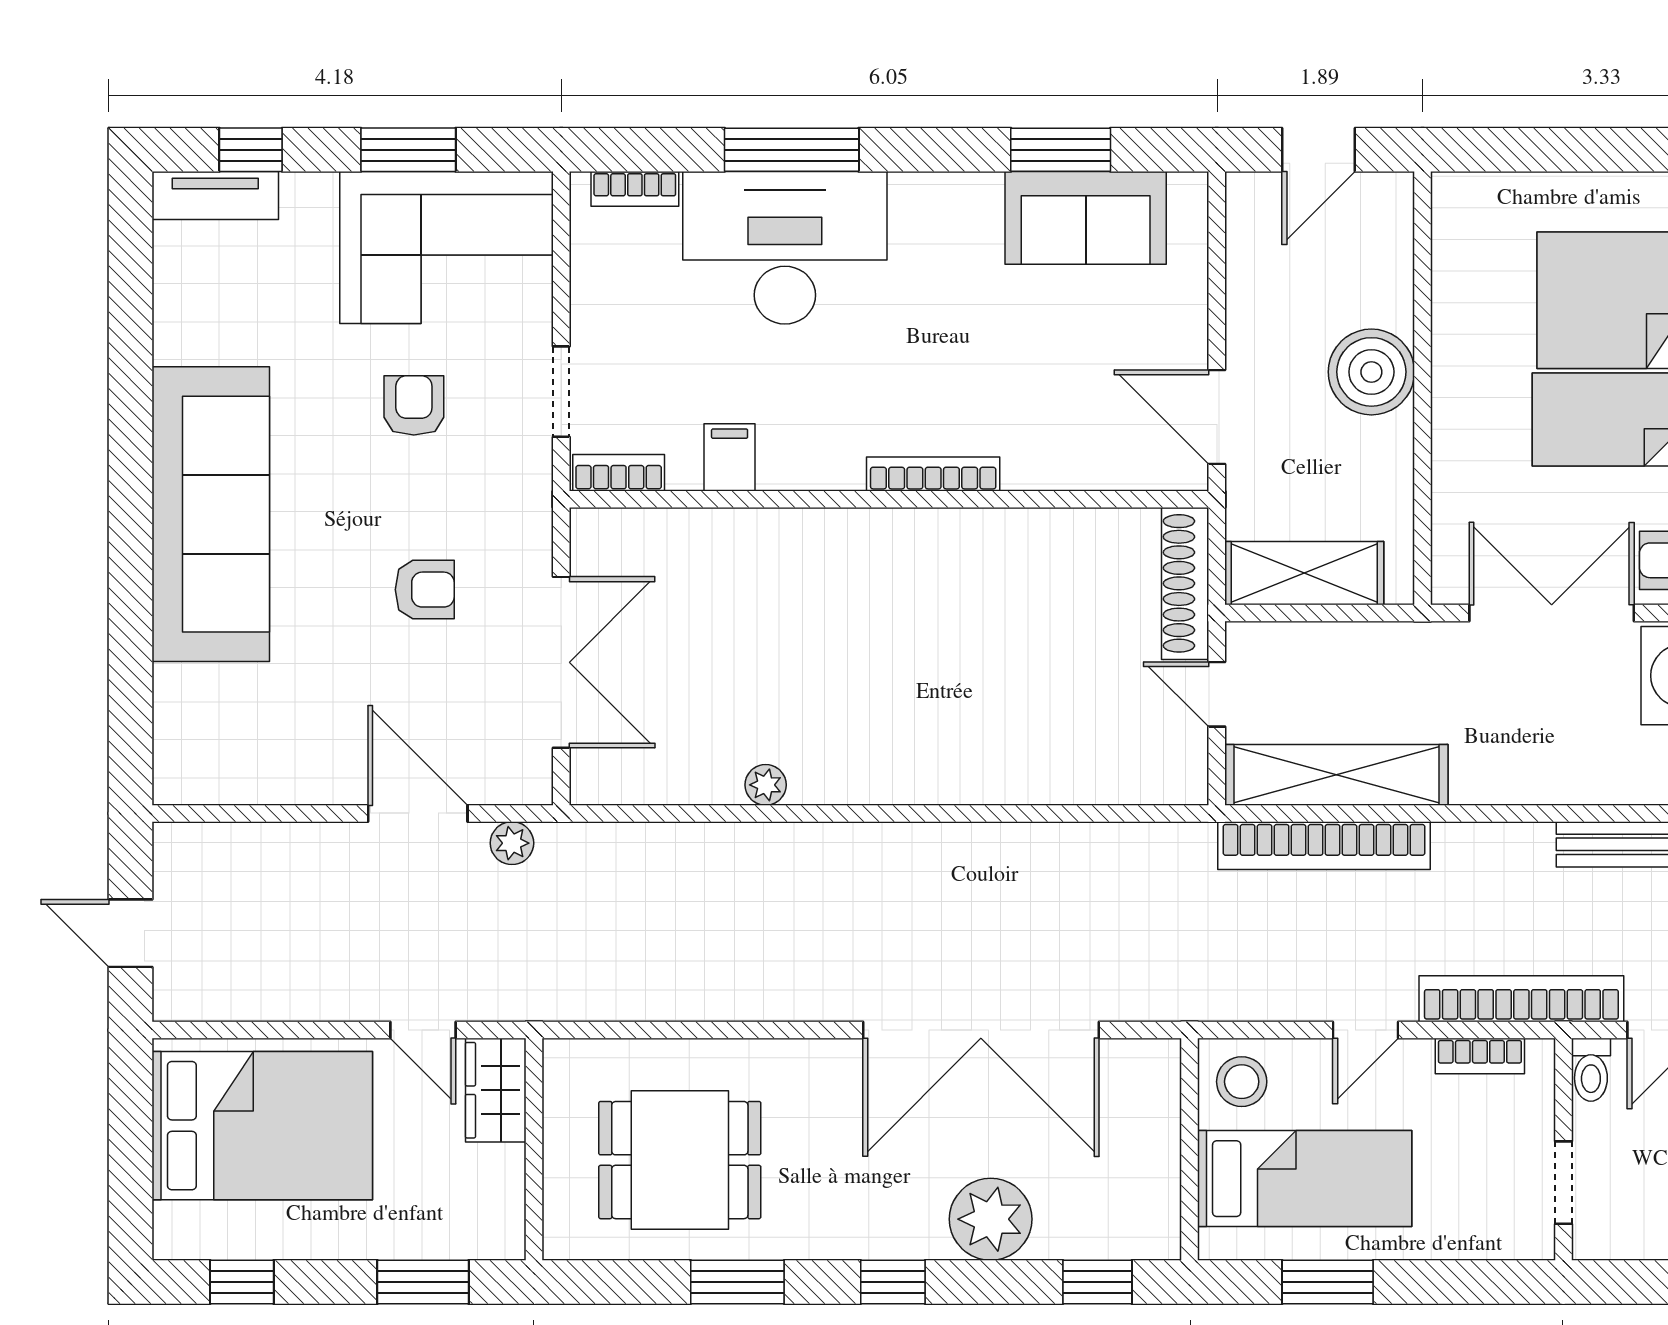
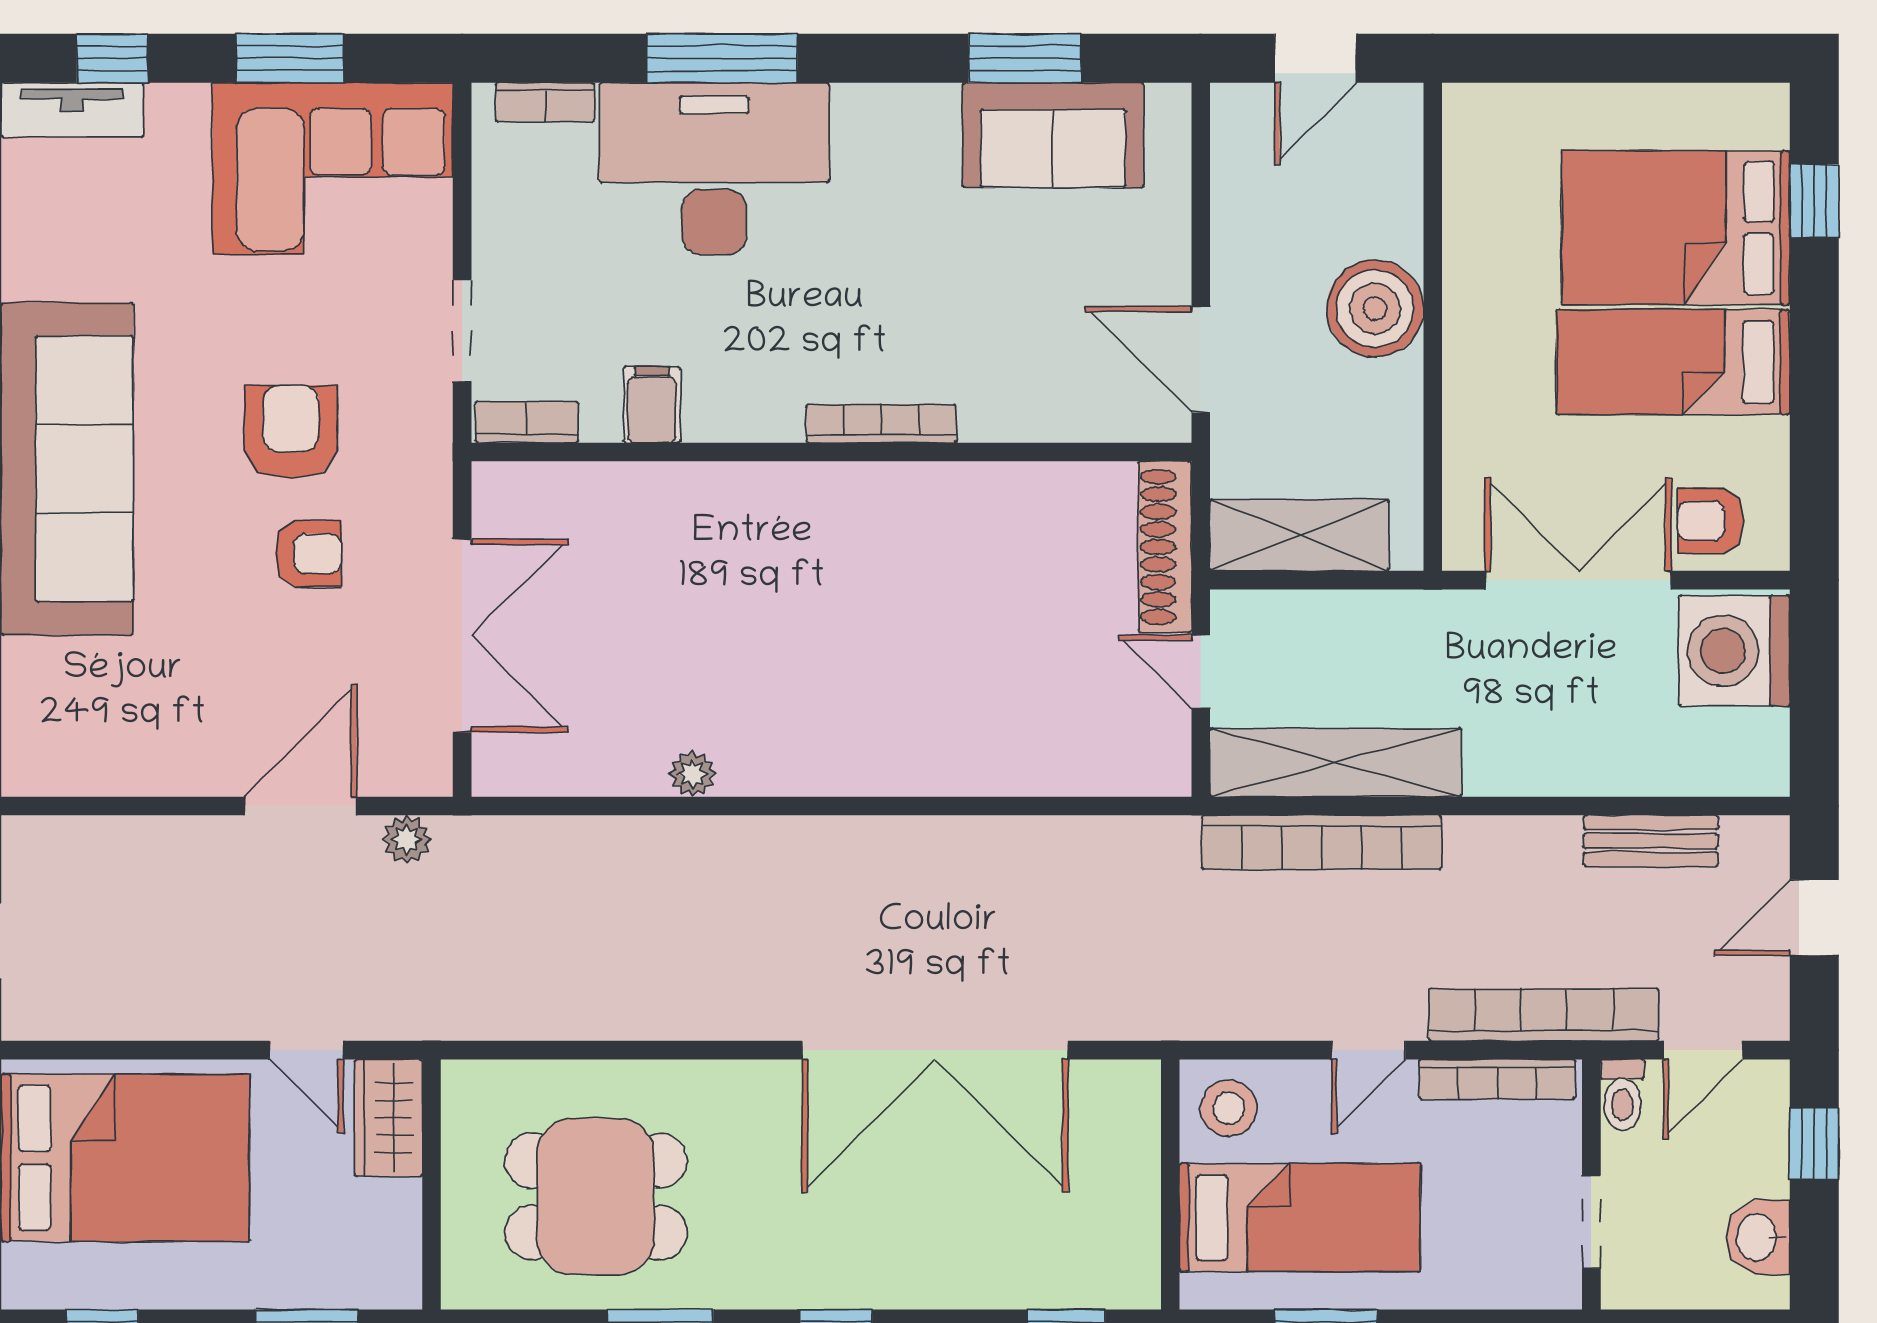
armchair: (414, 405) -> (291, 432), moved, width x1.38, depth x1.38
door: (418, 813) -> (300, 806), hinge flipped
bookcase: (1480, 1056) -> (1497, 1079), width x1.56
plant: (991, 1219) -> (946, 1263), removed

